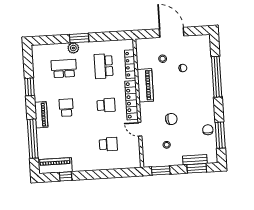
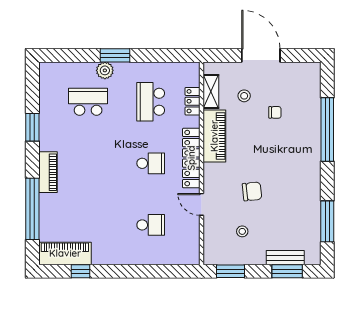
shelving: (141, 57) -> (211, 92), added
locker: (130, 64) -> (192, 101), width x0.66
school desk: (66, 108) -> (88, 163), removed
chair: (208, 130) -> (308, 212), removed

